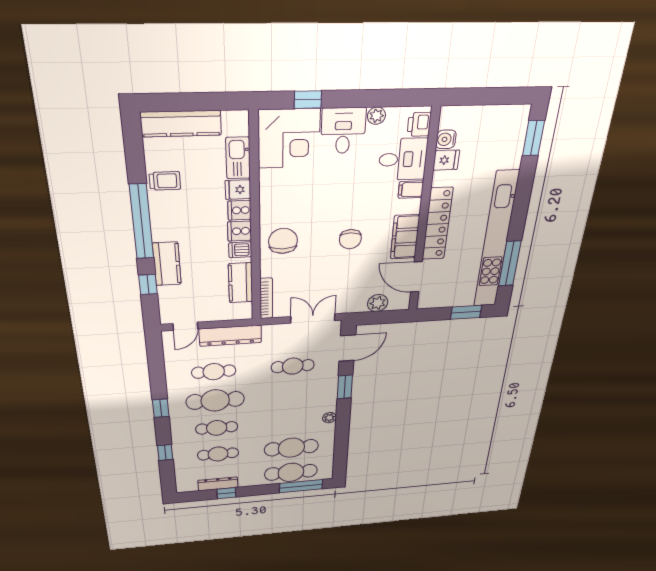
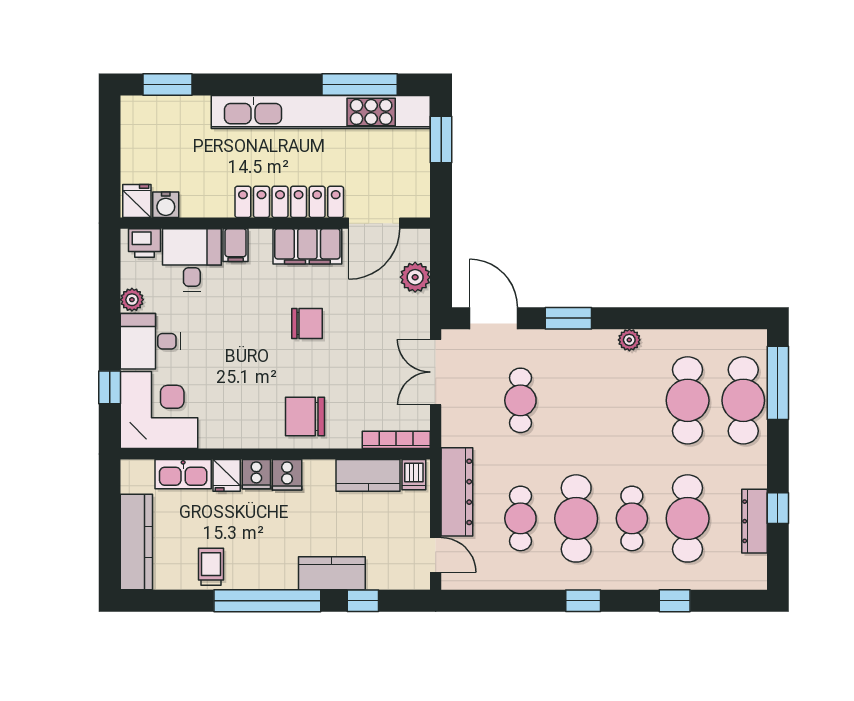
fridge: (446, 160) -> (137, 201), moved
dishwasher: (240, 250) -> (414, 475), moved
cafe table: (218, 454) -> (688, 518), width x1.37, depth x1.35

